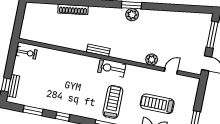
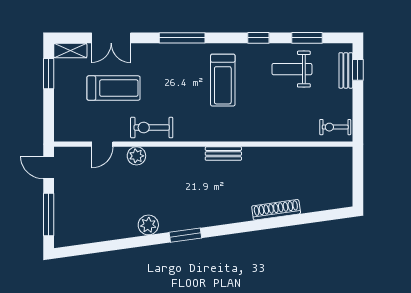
plant: (132, 15) -> (148, 225), moved
exercise bike: (112, 68) -> (152, 128), moved, turned 180
weight bench: (46, 93) -> (292, 69), added
treadmill: (113, 102) -> (223, 80), moved

